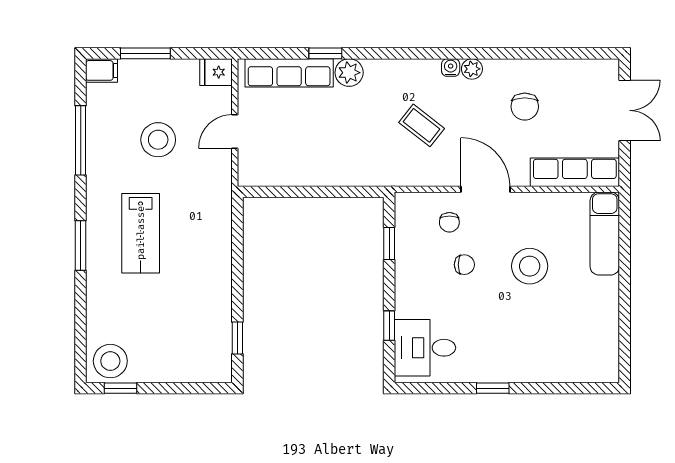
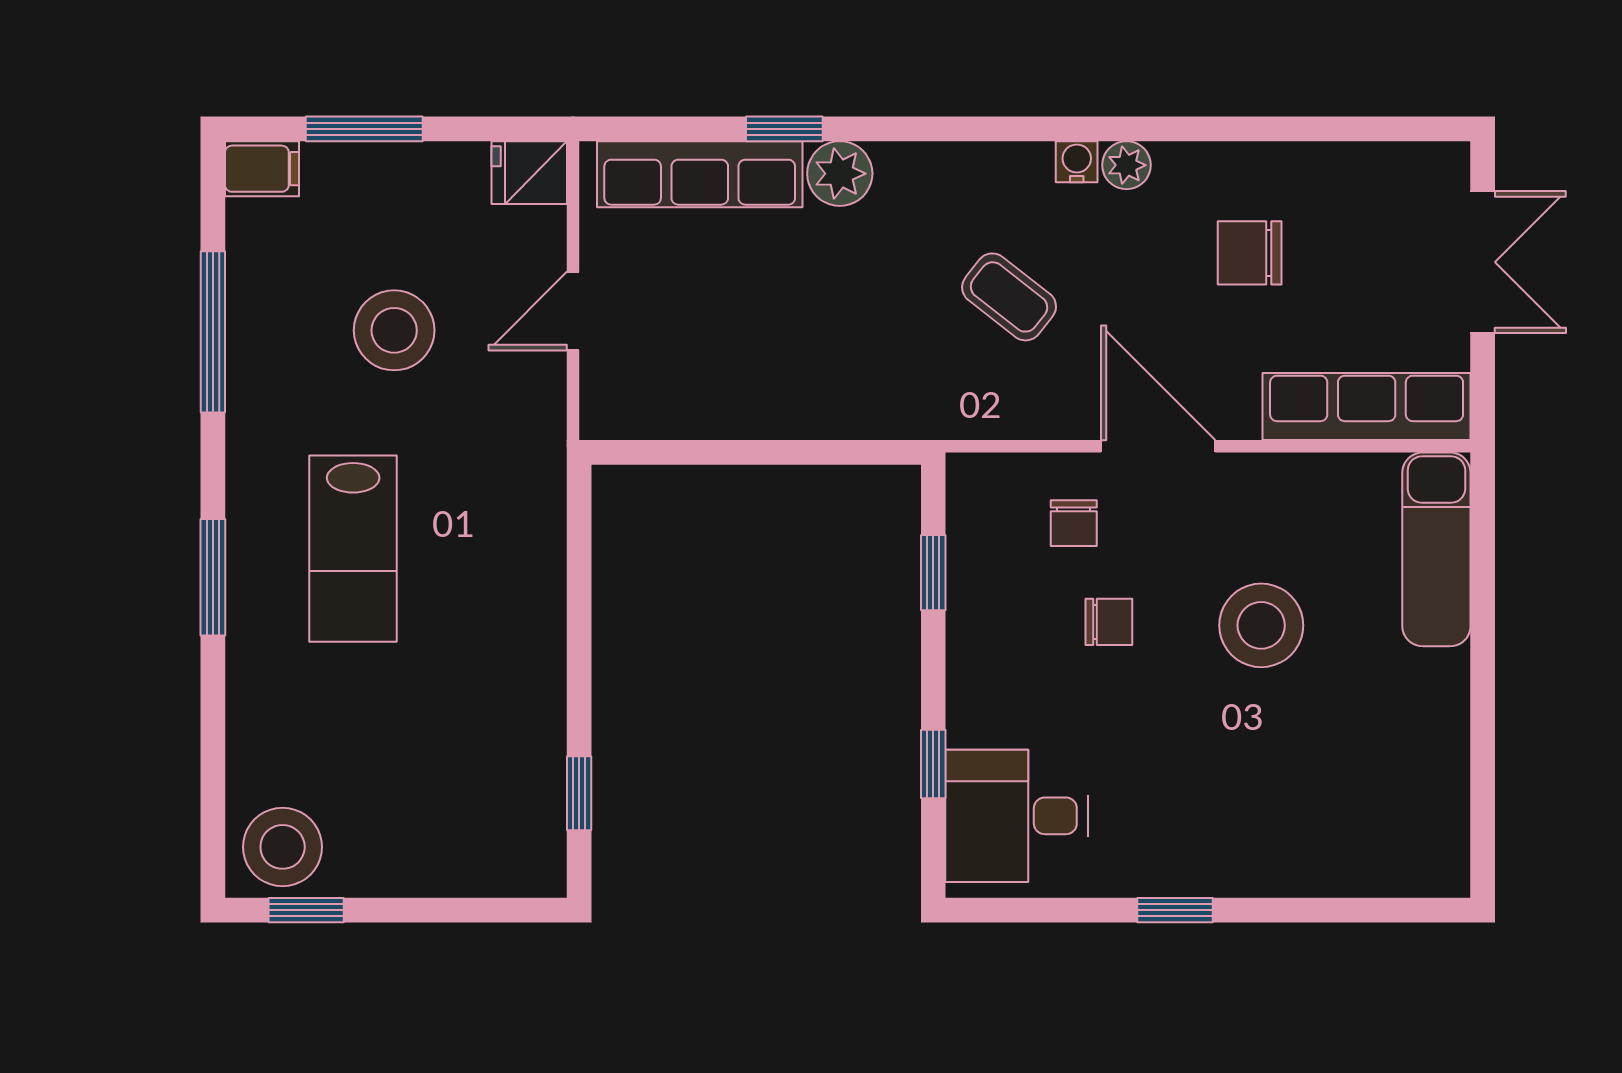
chair: (525, 107) -> (1250, 253), turned 90

